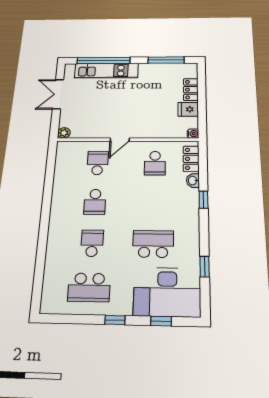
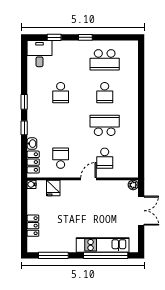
double door: (58, 94) -> (141, 211), moved
fridge: (188, 109) -> (53, 188), moved, turned 90
school desk: (95, 202) -> (105, 125), width x1.85
school desk: (153, 244) -> (61, 93), width x0.54
window: (205, 267) -> (24, 102), moved
school desk: (89, 287) -> (105, 60), turned 180
desk: (167, 292) -> (40, 54), width x0.53, depth x0.77

